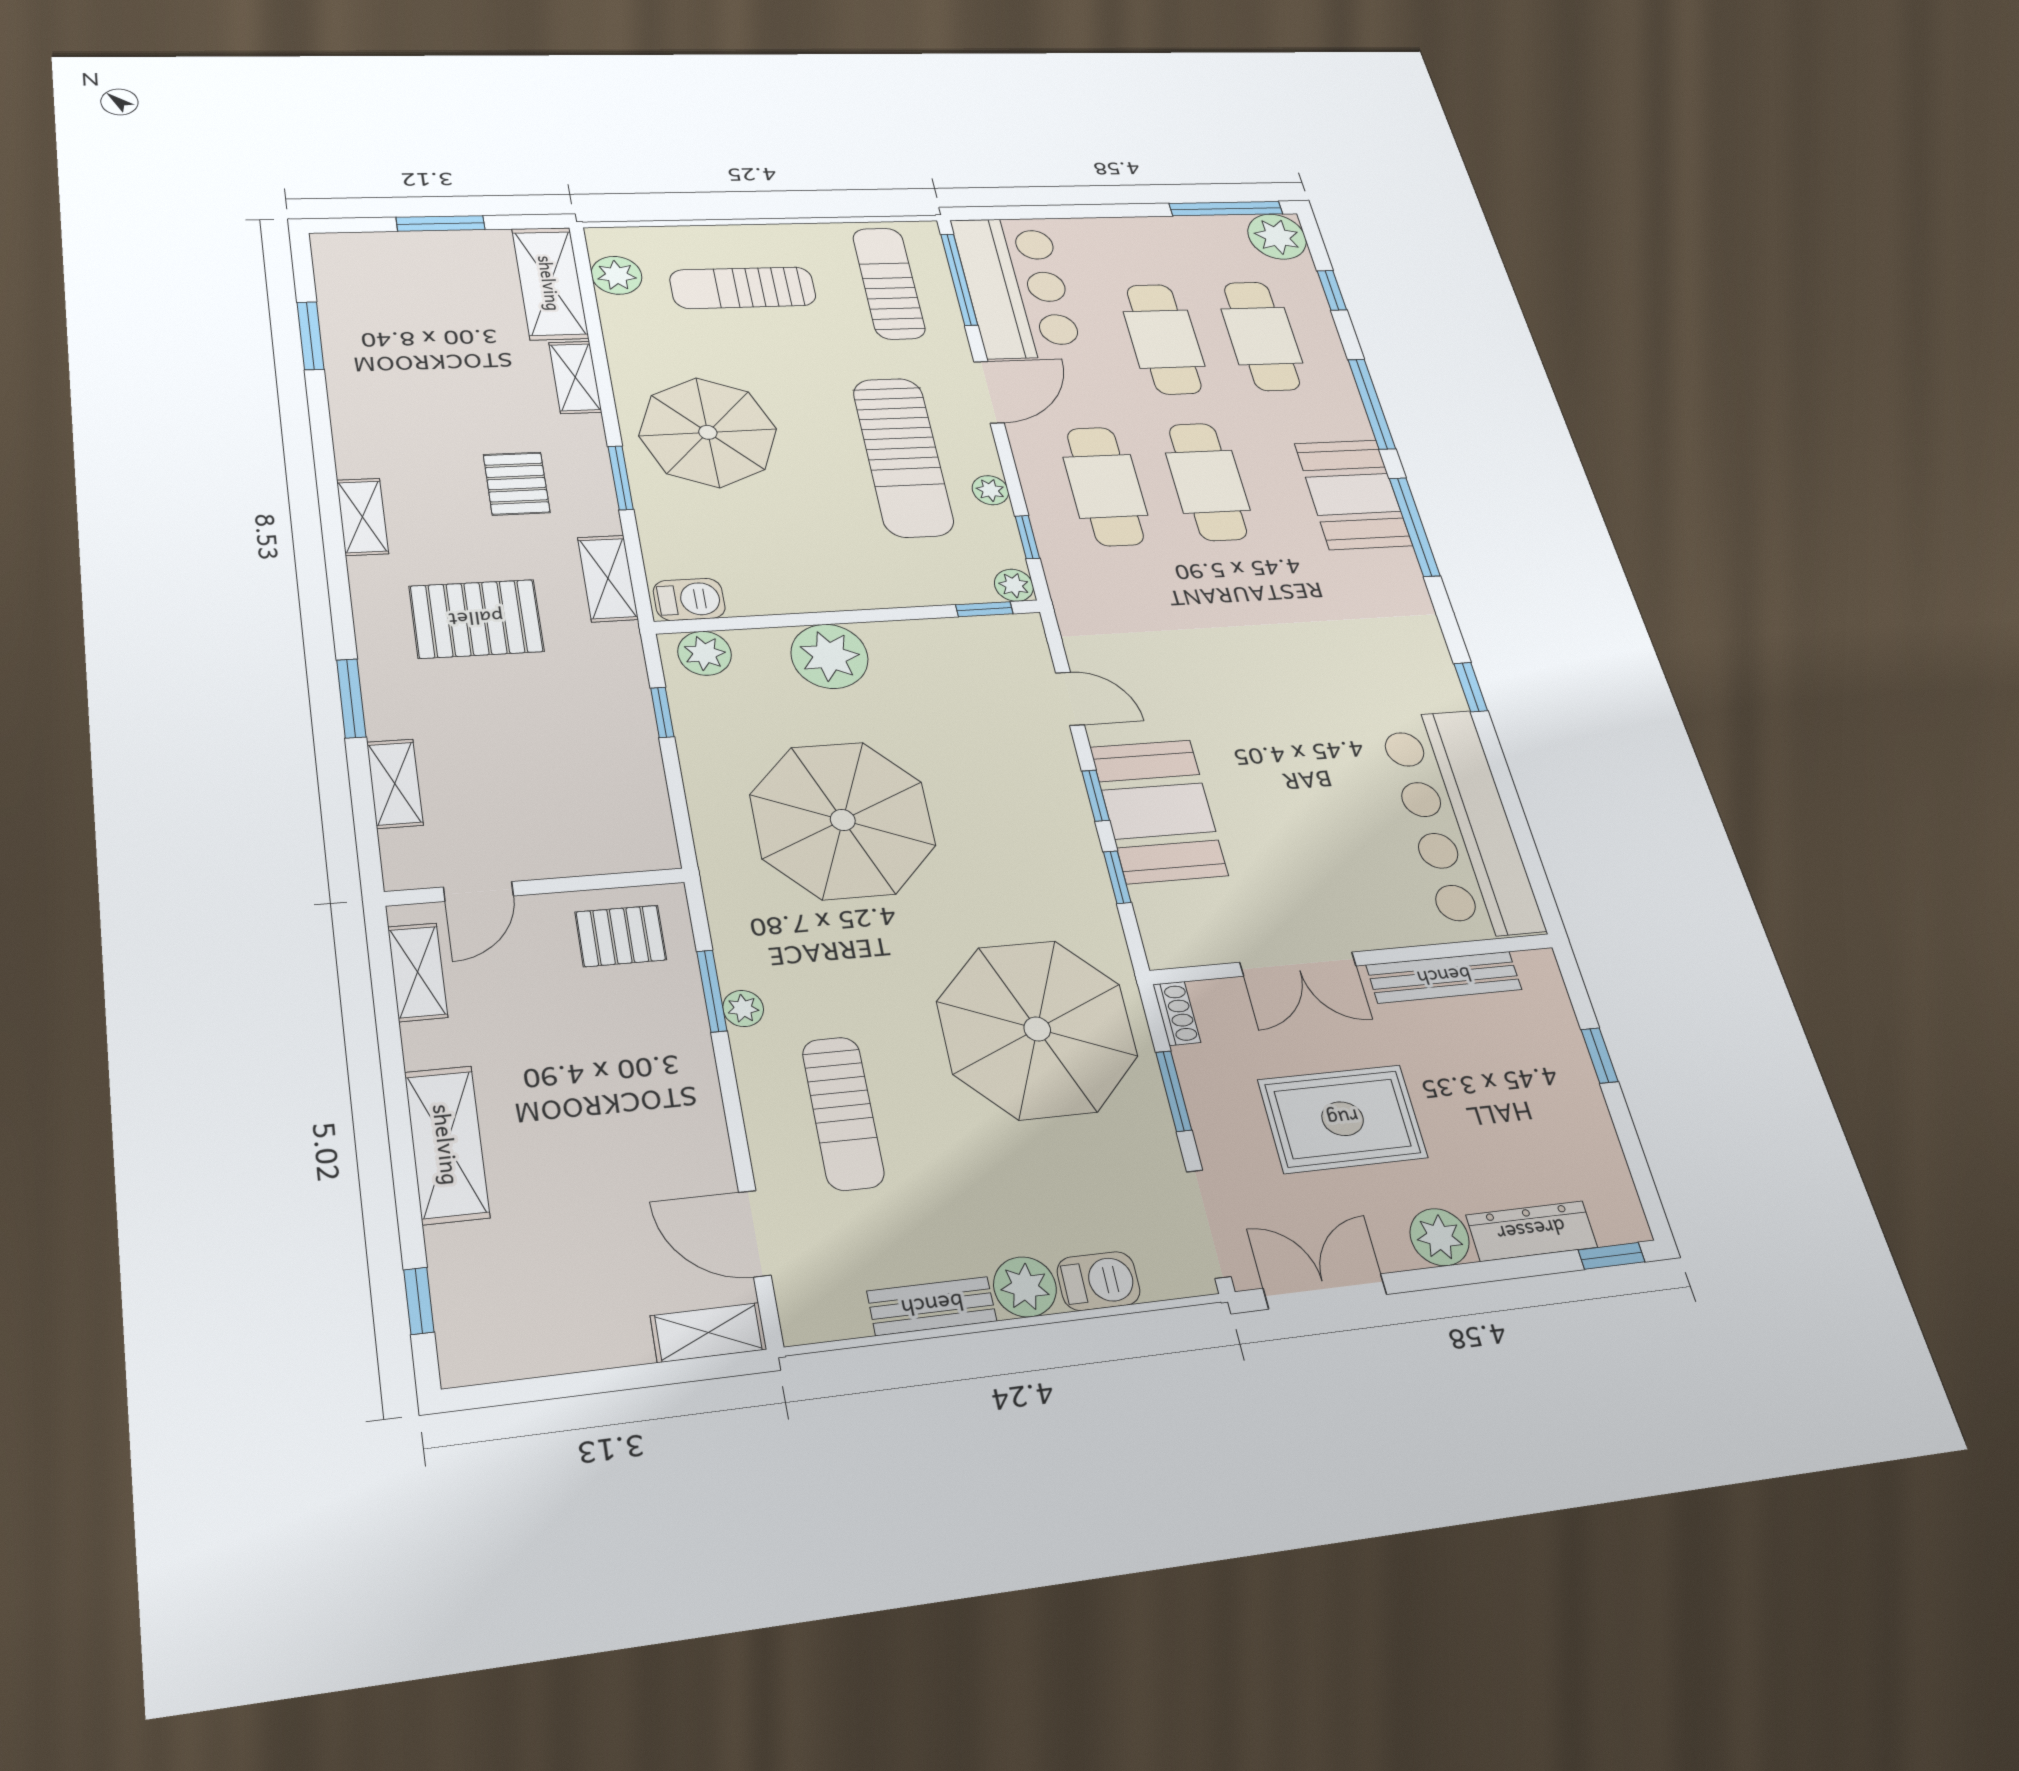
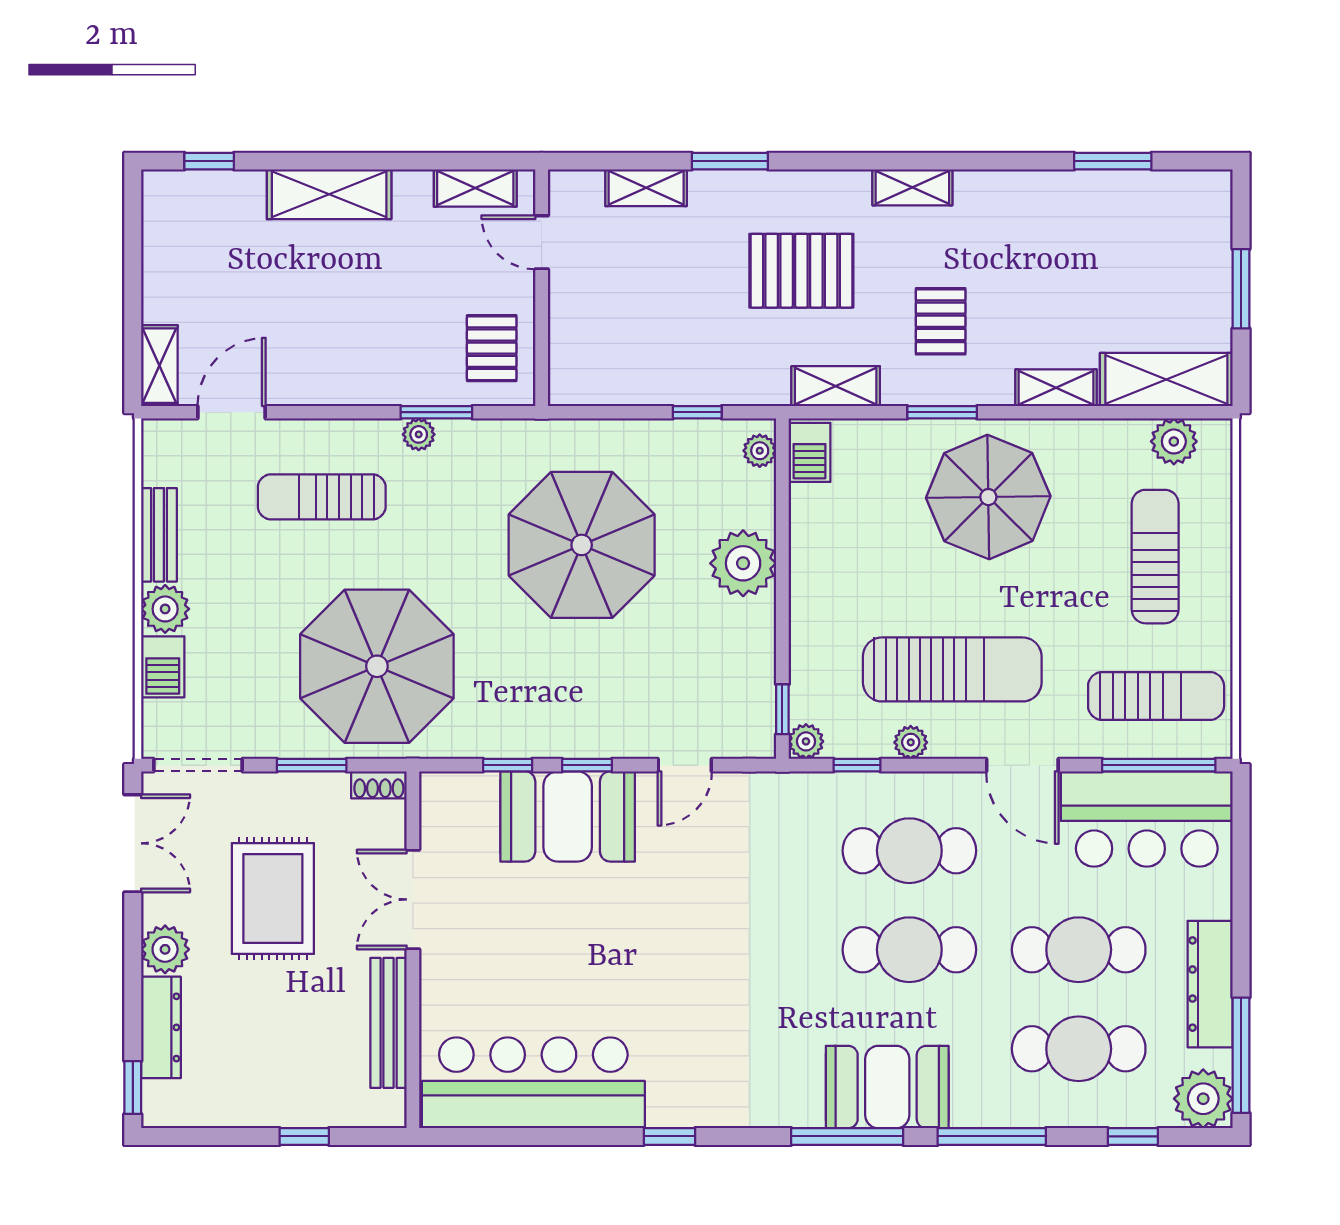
dresser: (1165, 234) -> (1210, 984), added
sun lounger: (903, 457) -> (952, 669), turned 180
pallet: (517, 484) -> (941, 321), turned 90
pallet: (476, 619) -> (801, 271), turned 90
plant: (705, 653) -> (760, 451), width x0.73, depth x0.73

